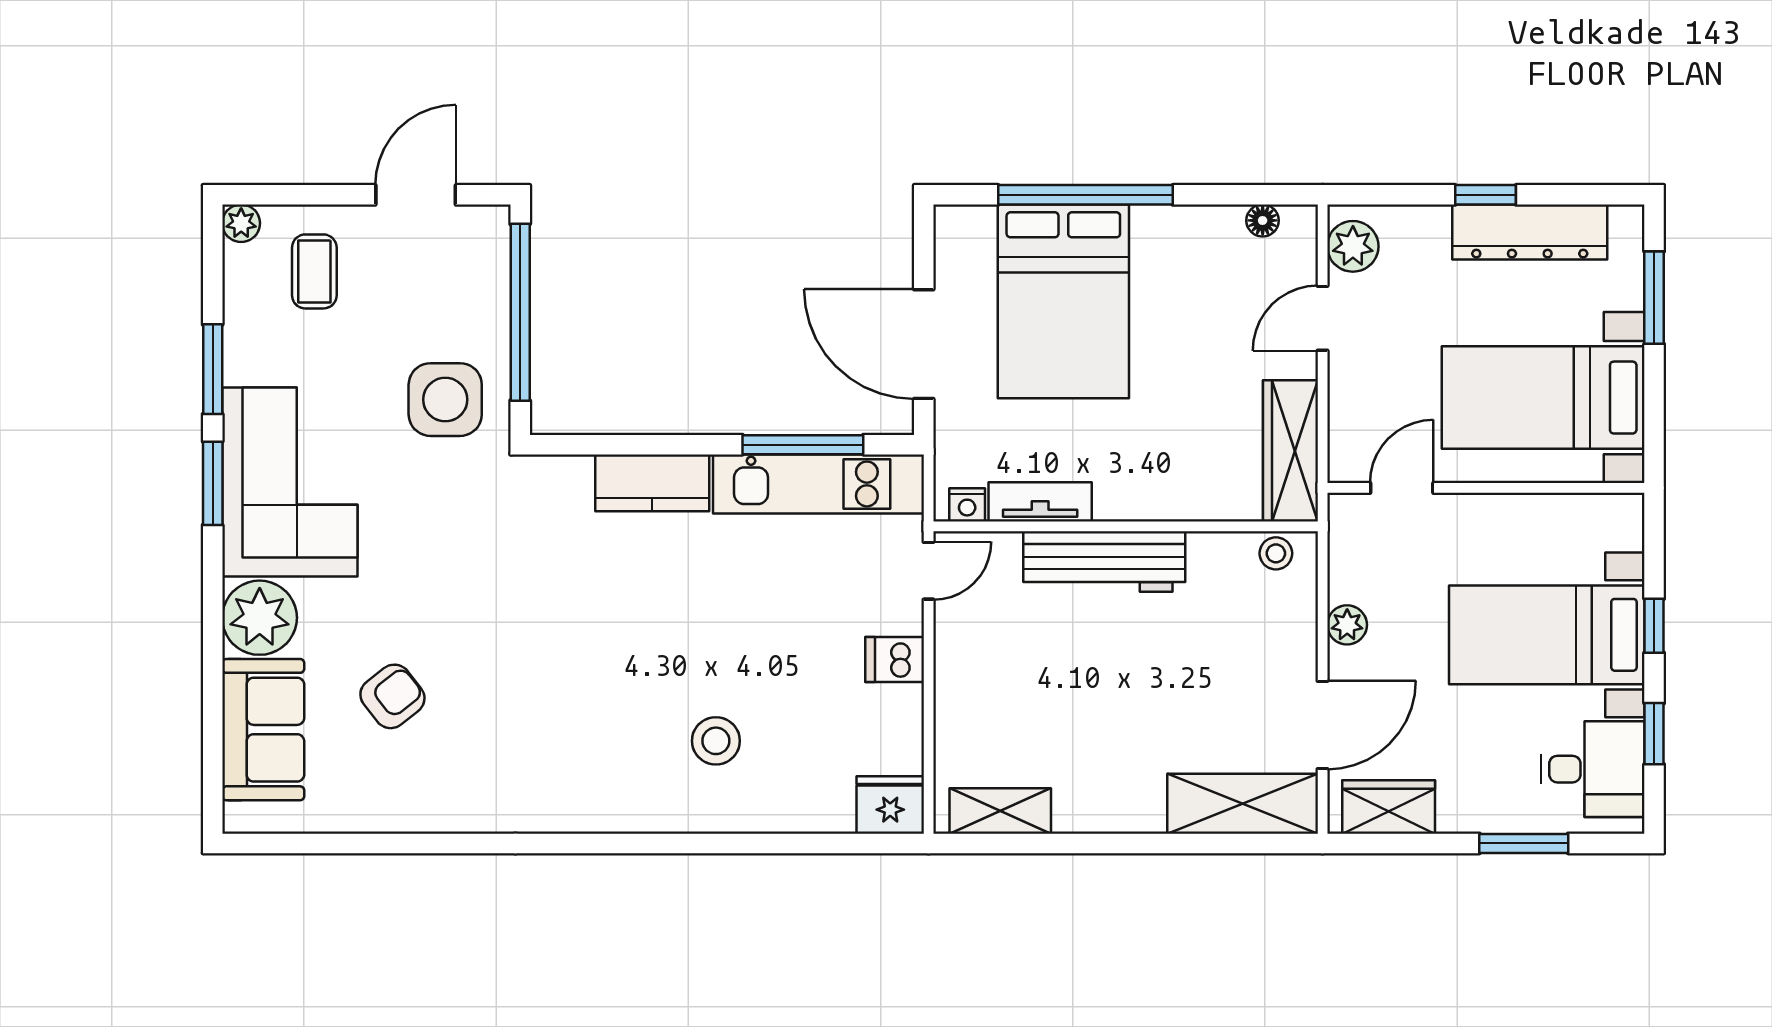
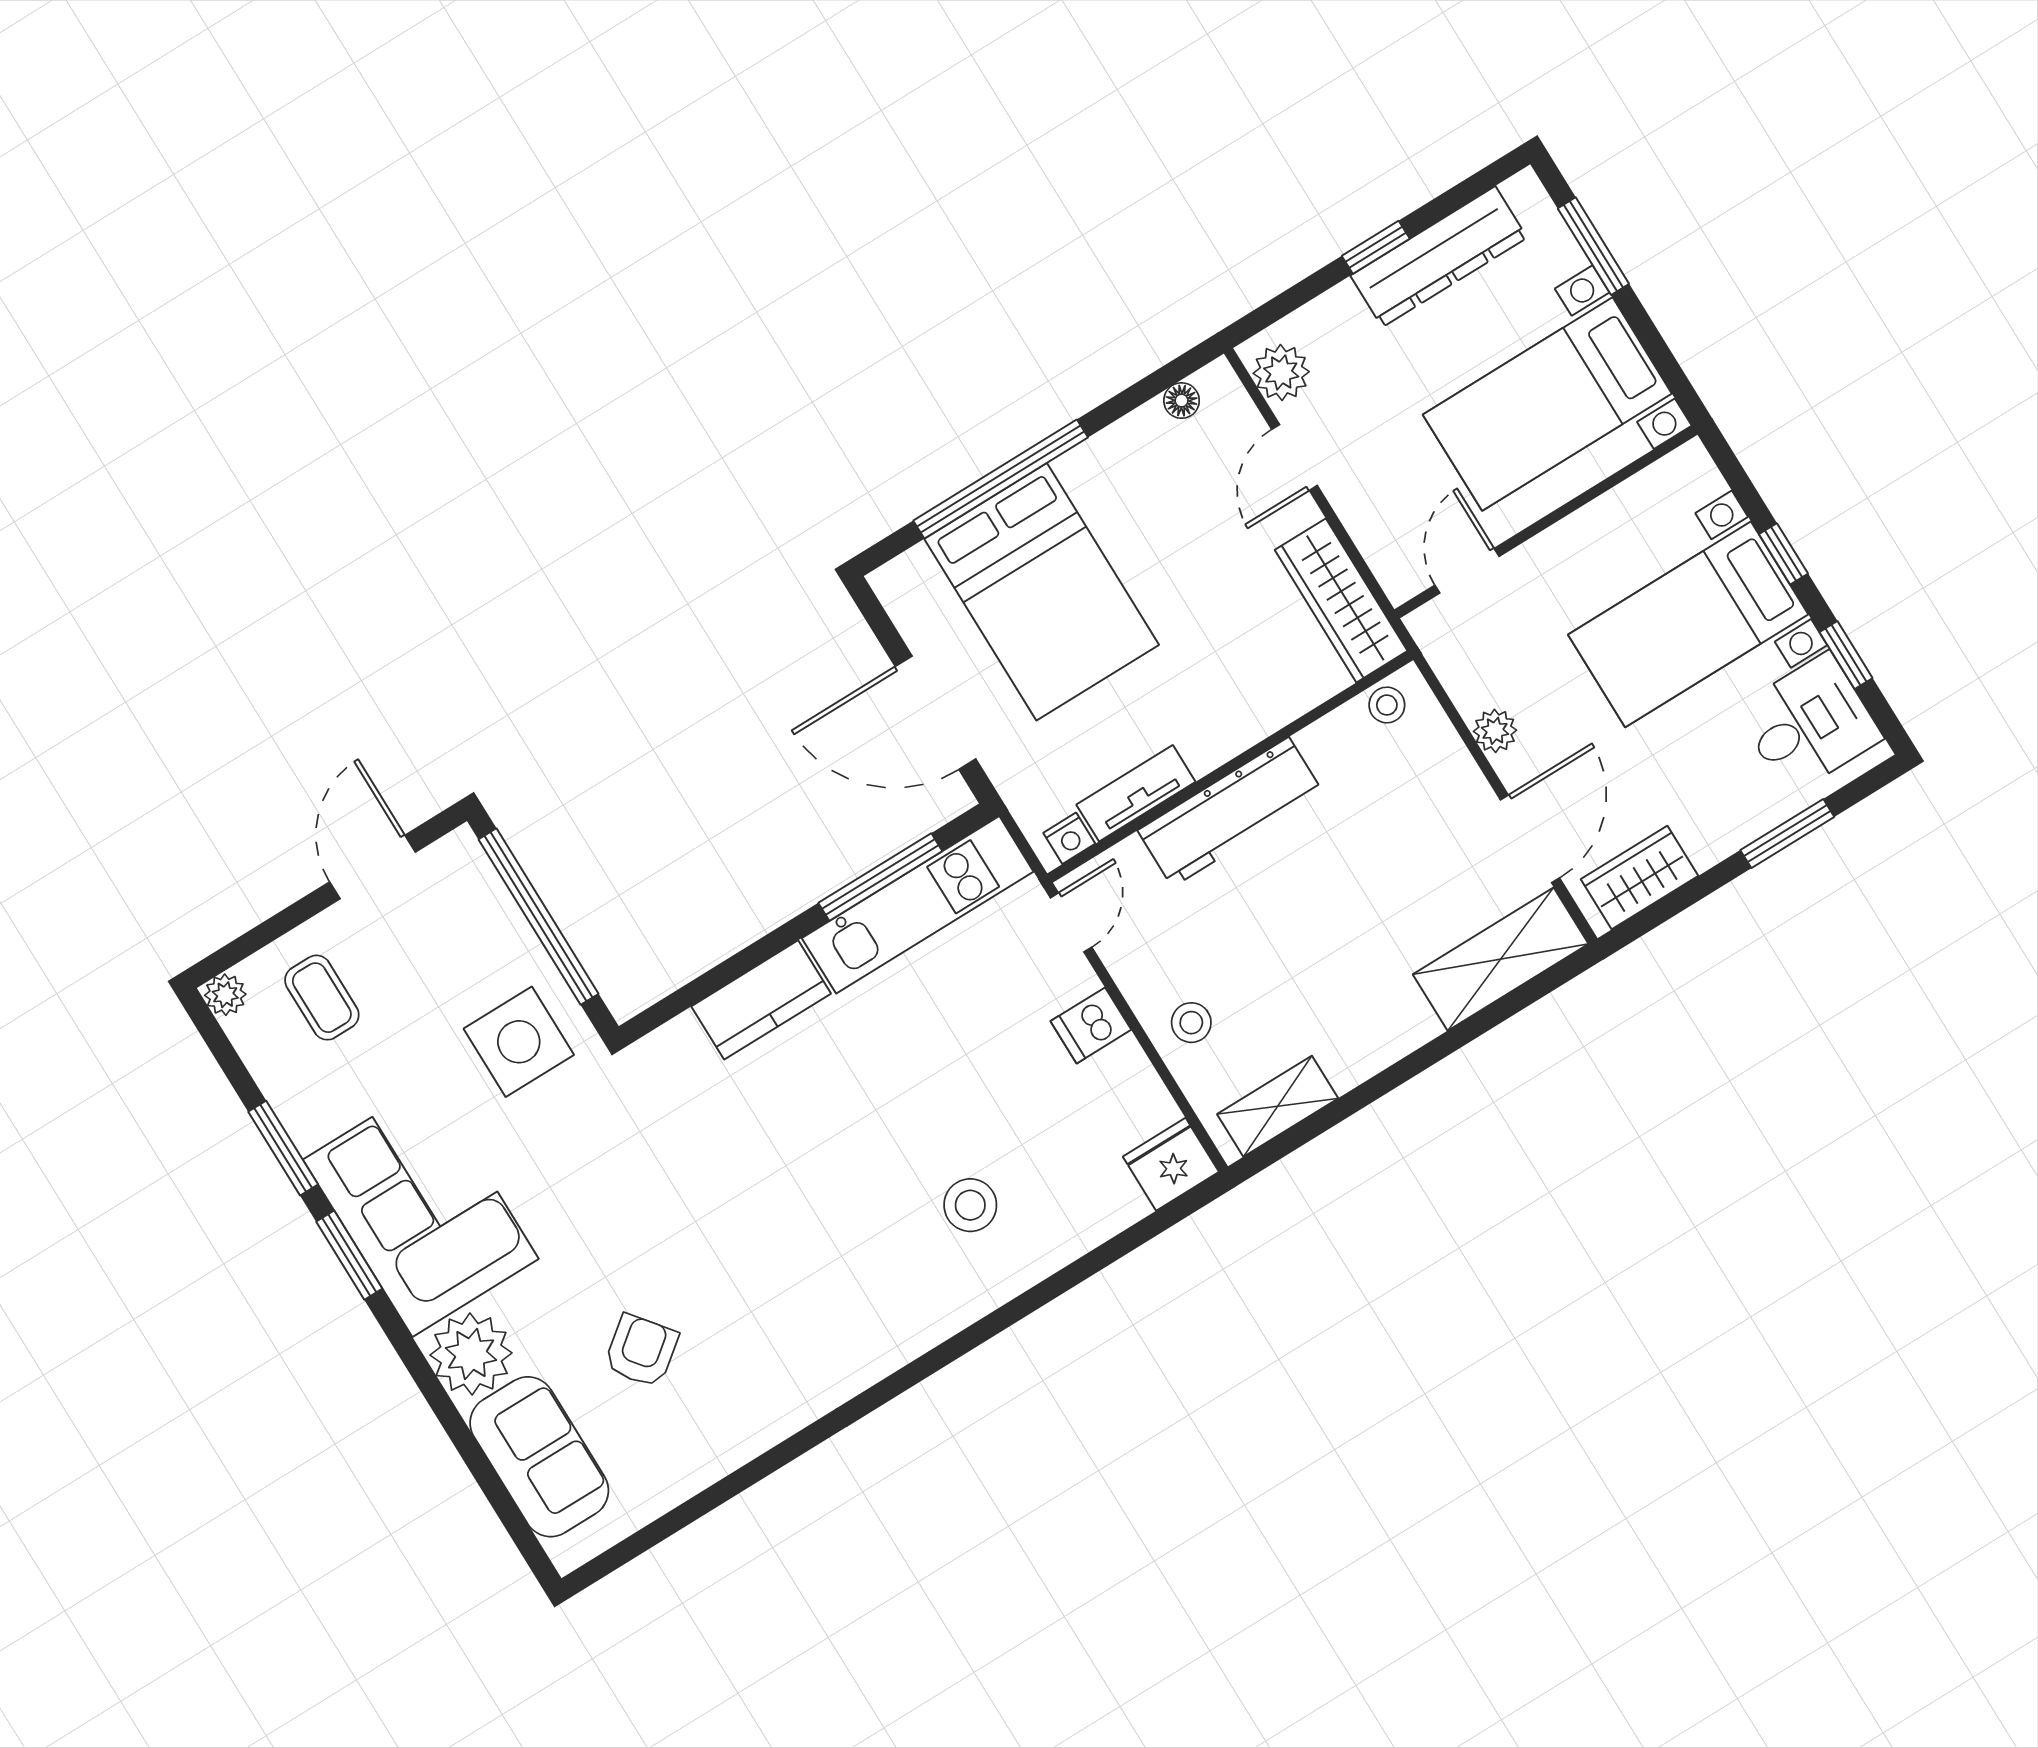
stool: (973, 705) -> (1191, 1023), added

